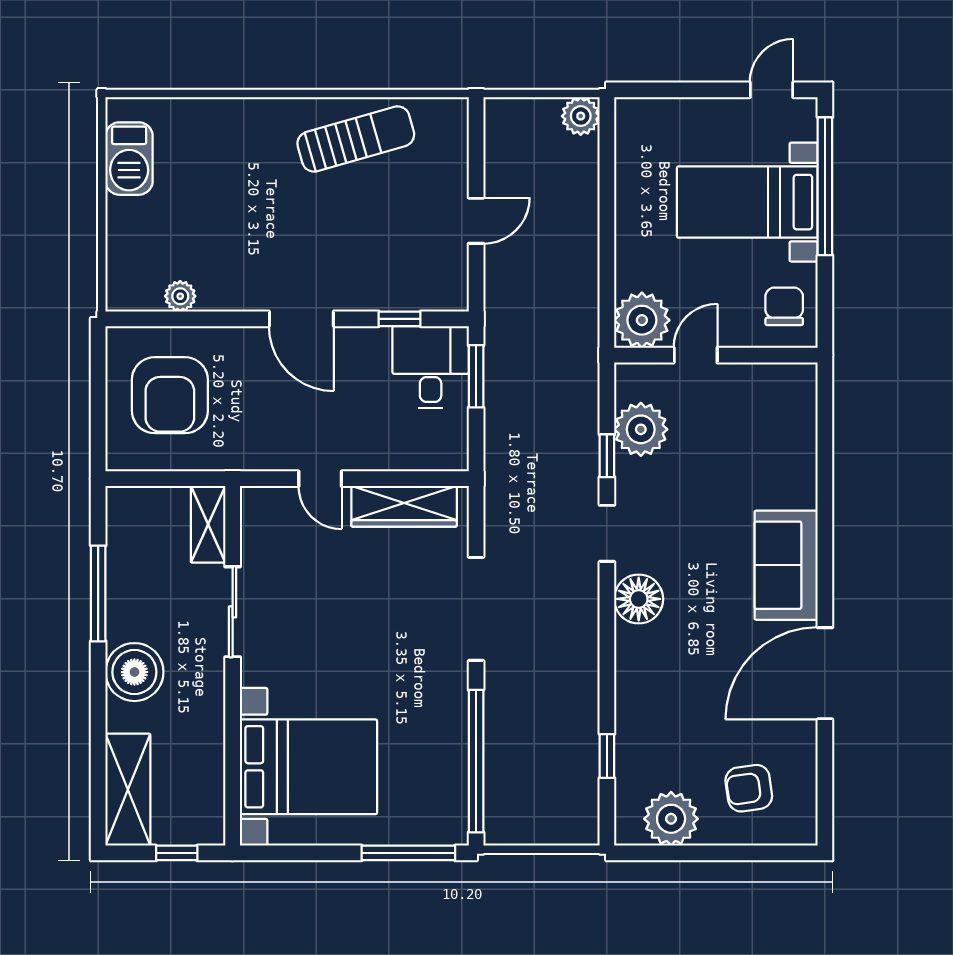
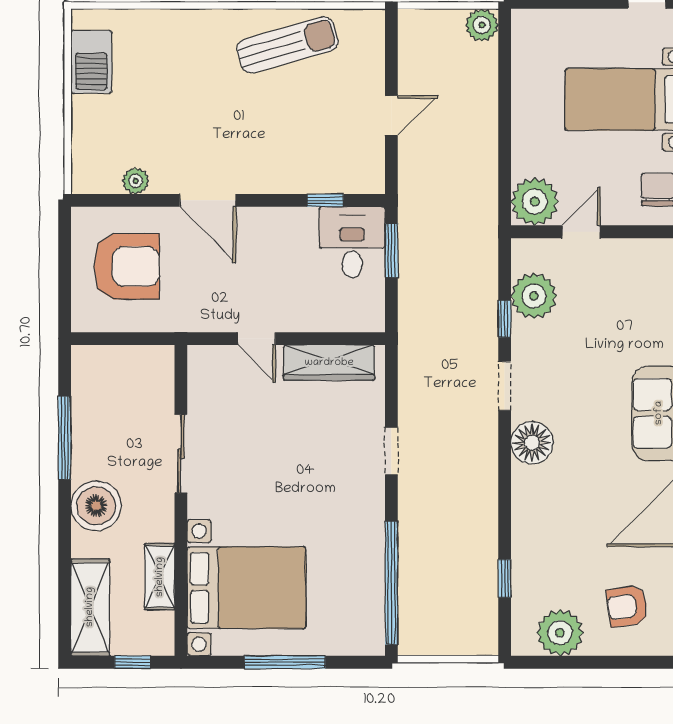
door: (301, 319) -> (208, 200), moved
armchair: (170, 395) -> (127, 266), turned -90
shelving: (208, 524) -> (160, 577), moved
doorway: (476, 609) -> (391, 451), width x0.53
window: (408, 853) -> (285, 662), moved

